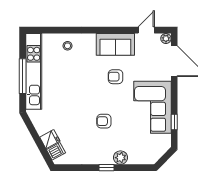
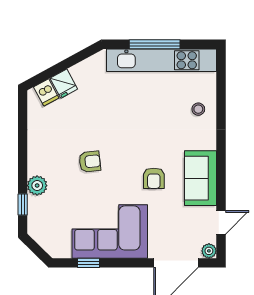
door: (146, 30) -> (221, 222), hinge flipped
armchair: (116, 77) -> (154, 178), turned 180
armchair: (104, 121) -> (90, 162), turned 84
window: (106, 168) -> (23, 204), moved

